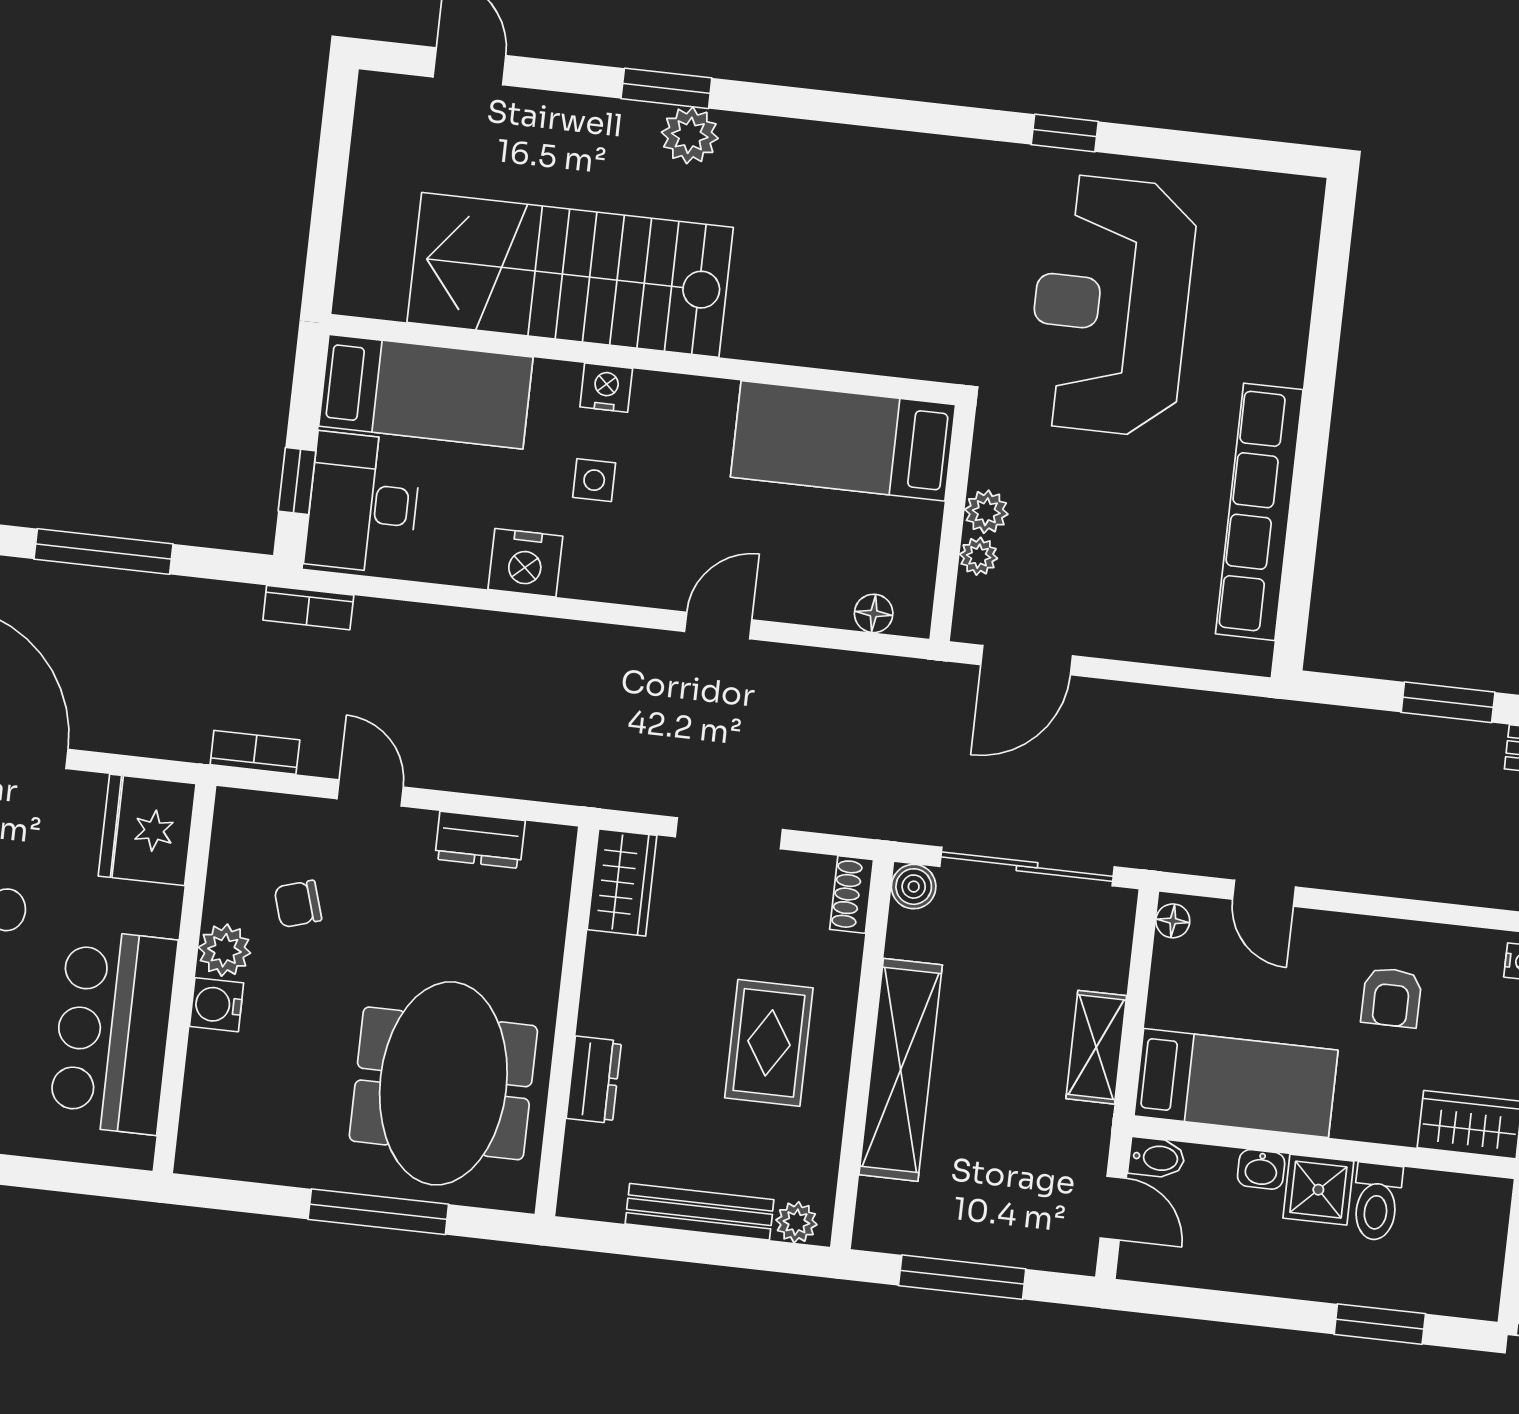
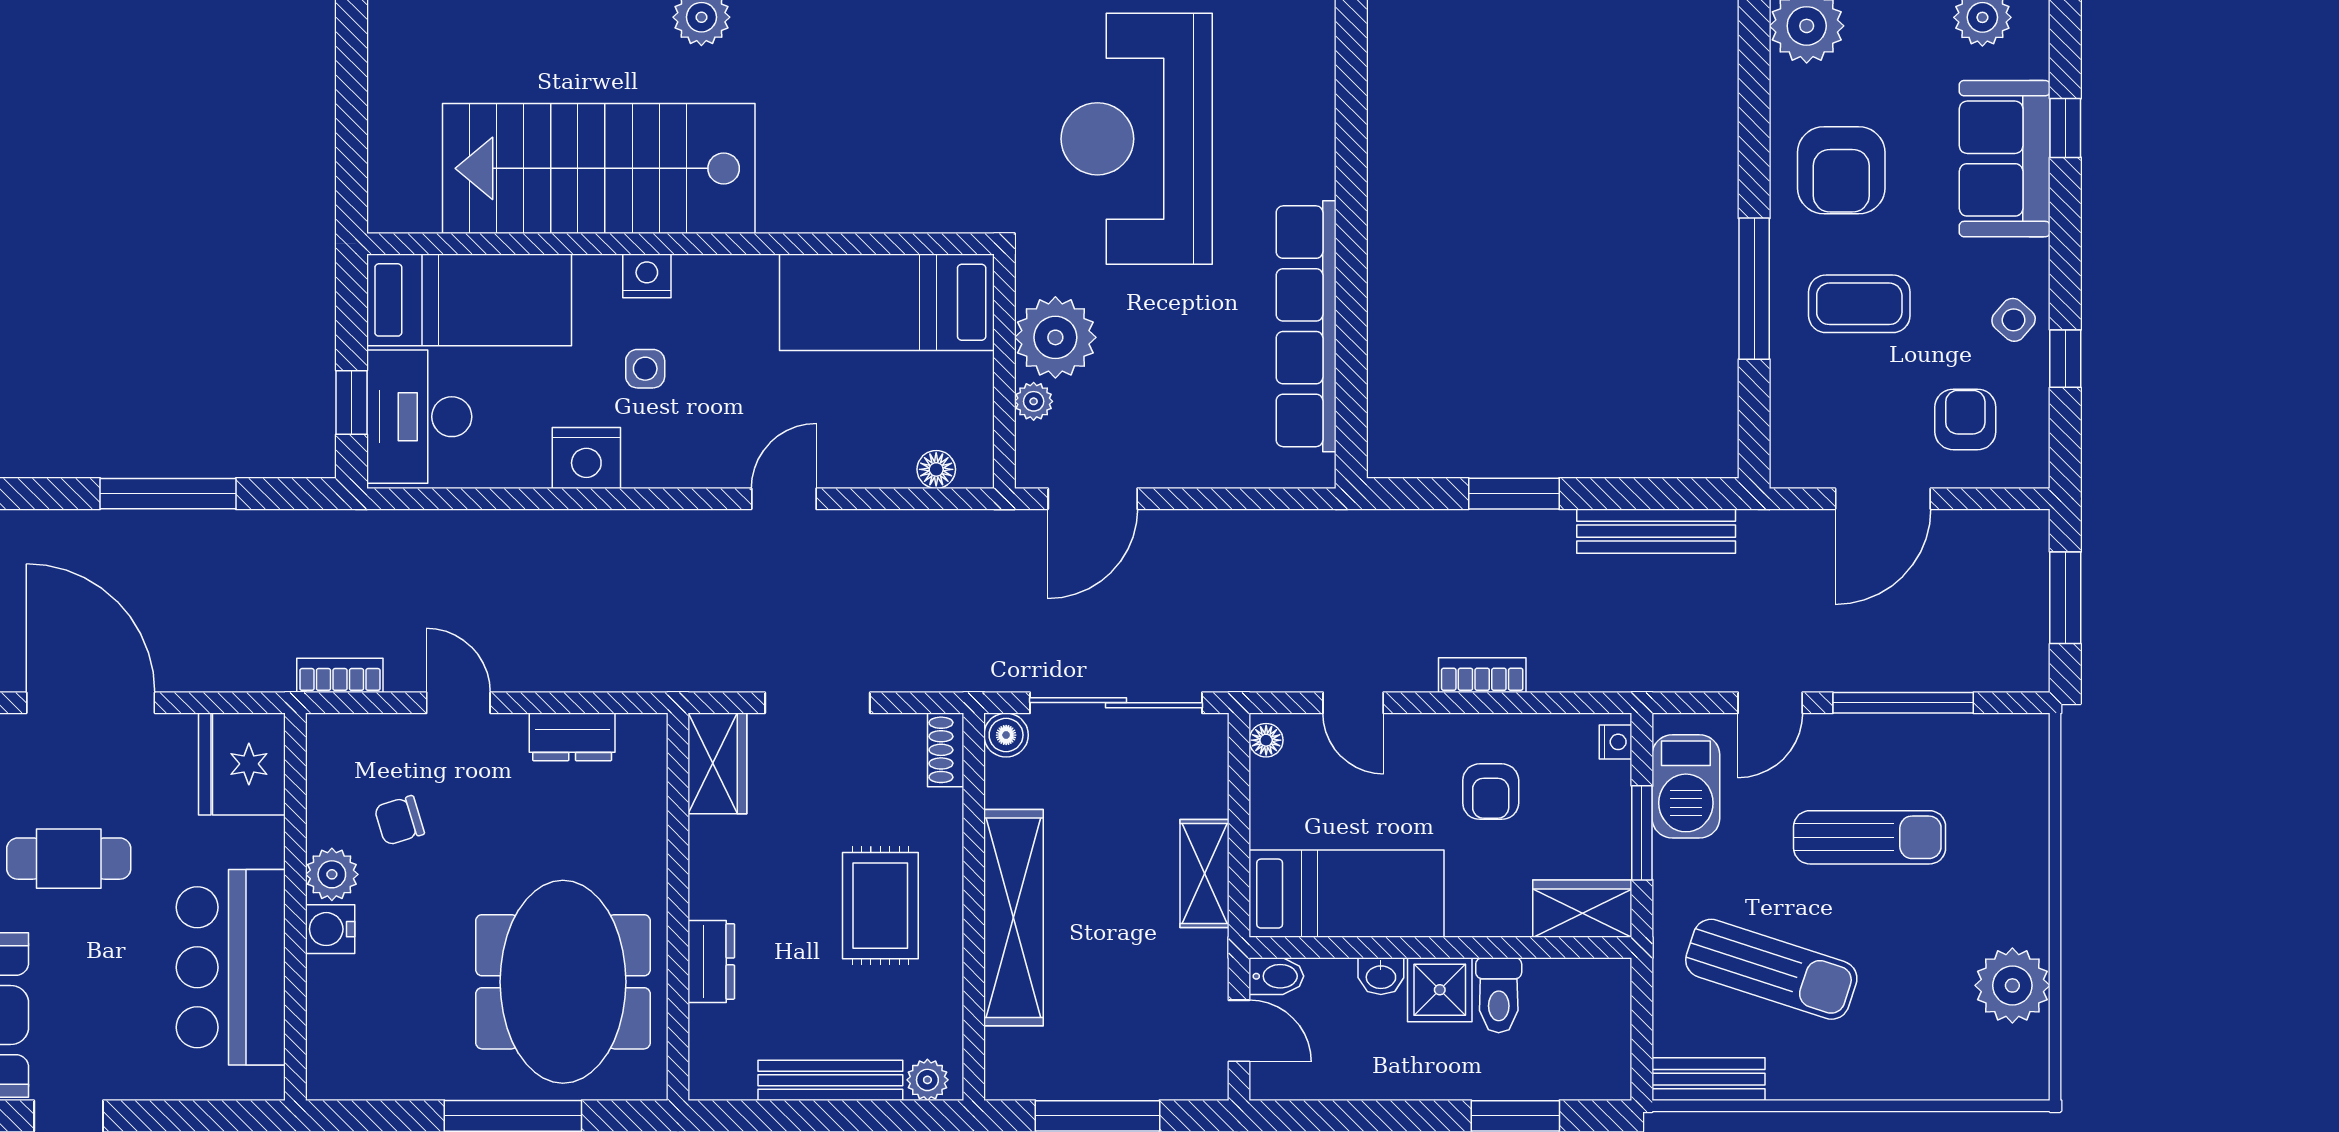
plant: (986, 512) -> (1055, 337), width x1.88, depth x1.88
bookcase: (308, 608) -> (1482, 675), moved, turned 180

